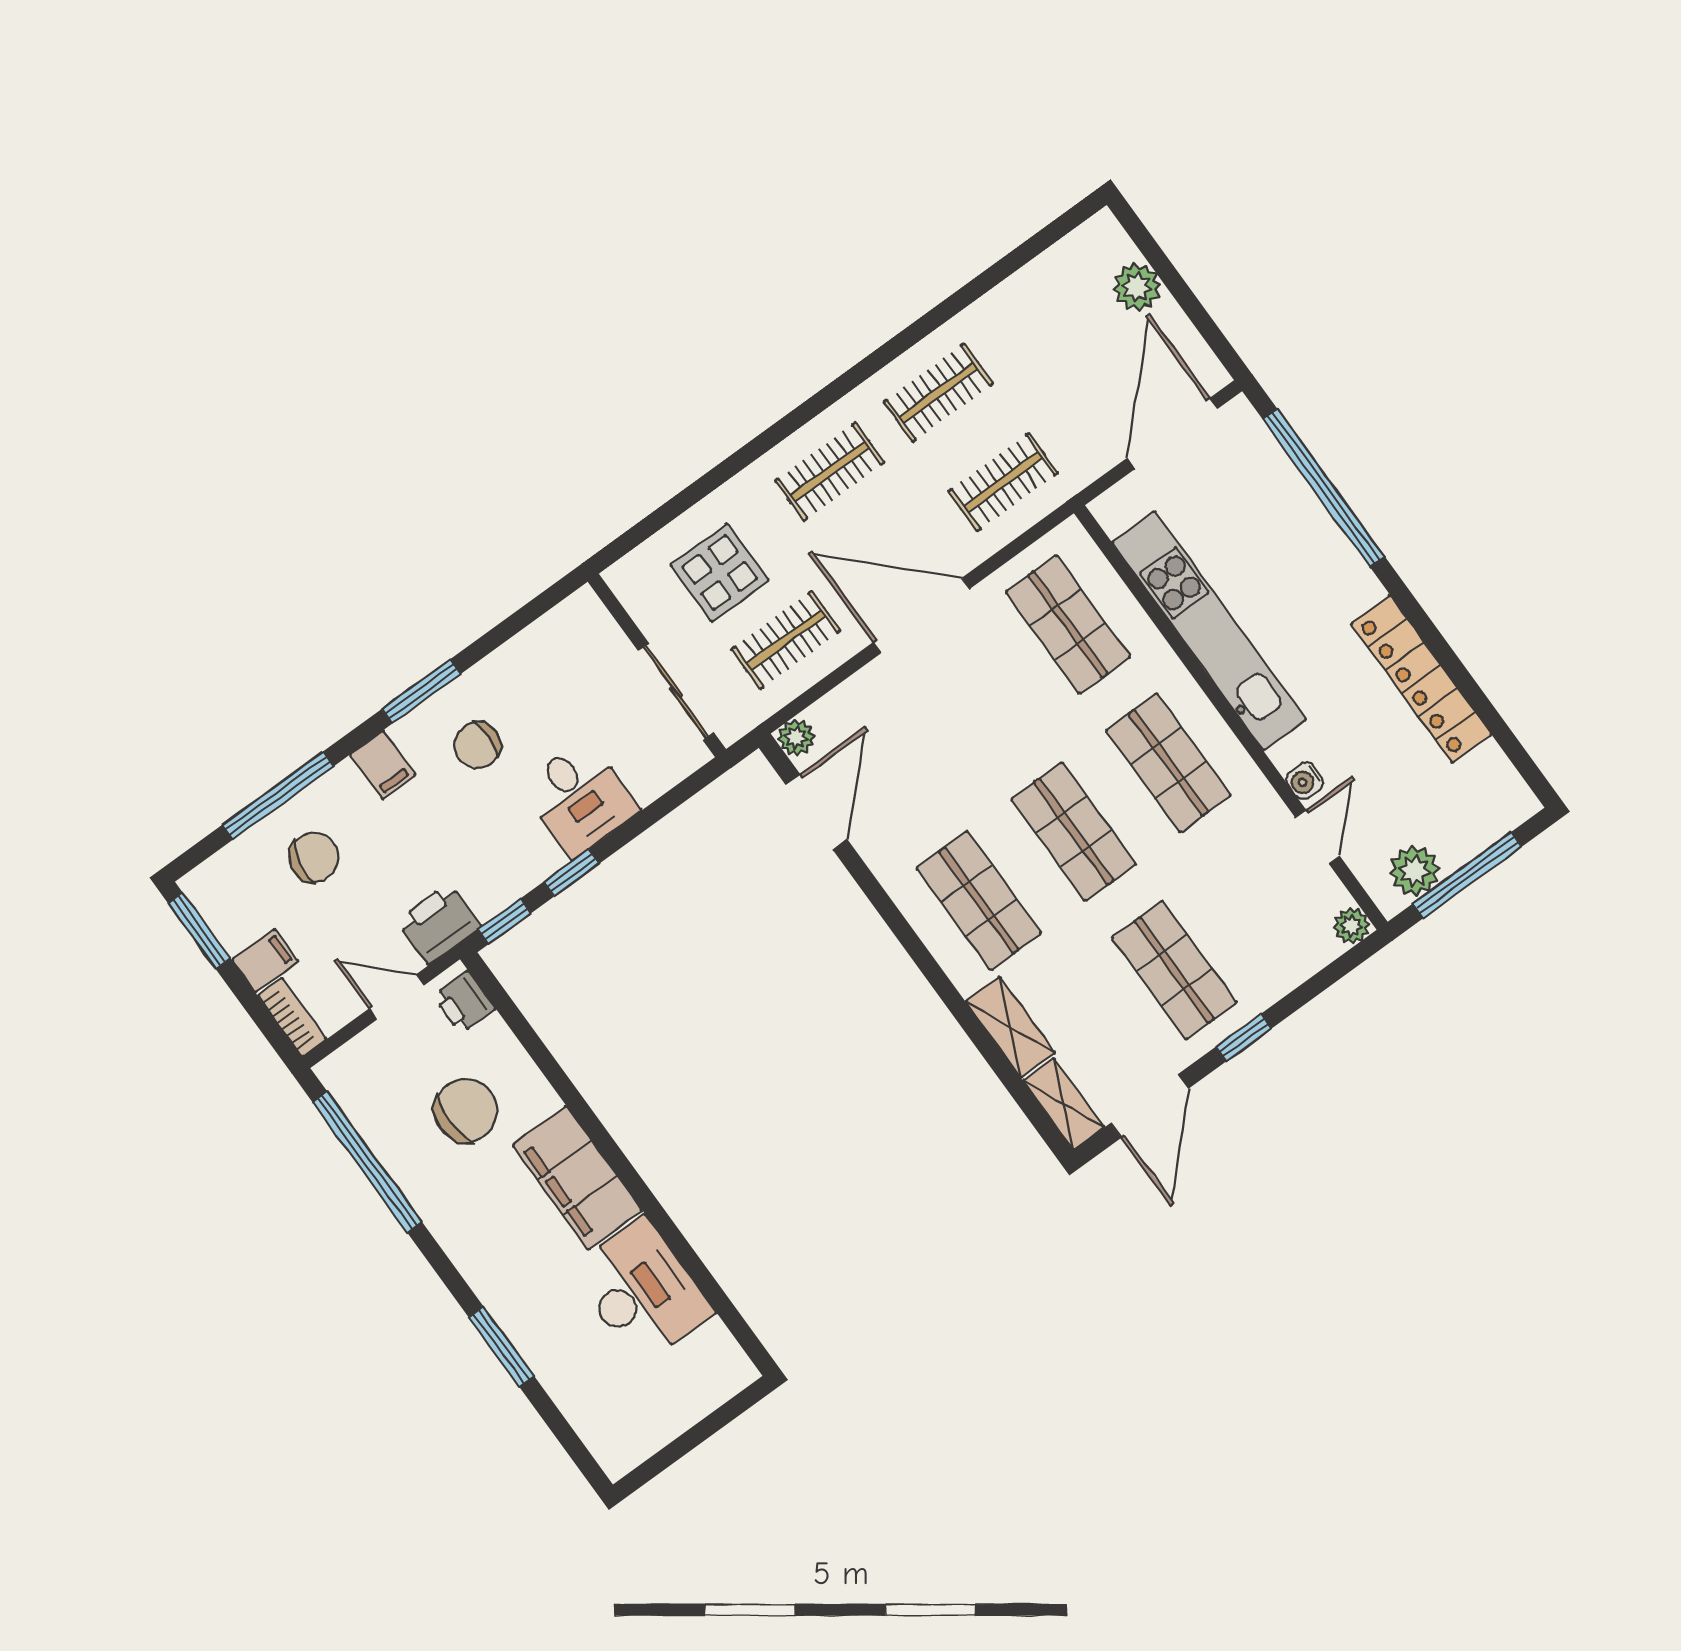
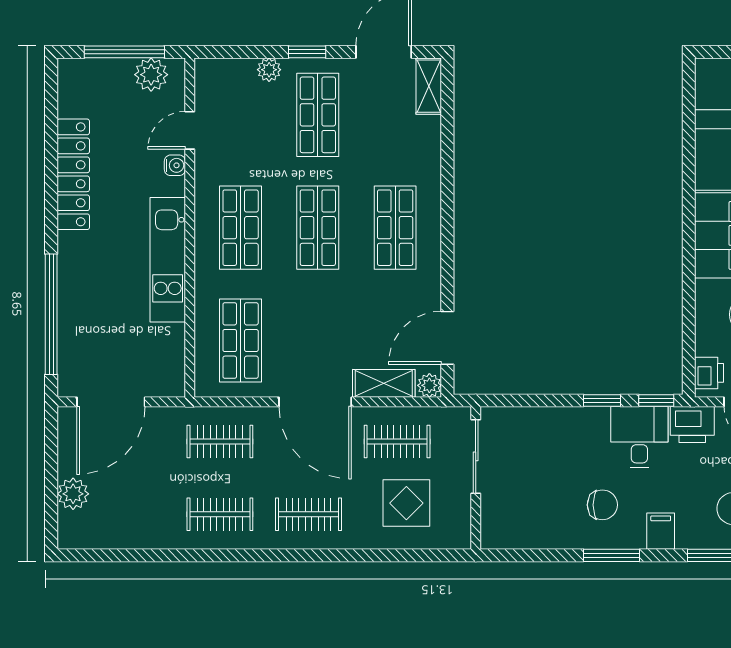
kitchen unit: (1209, 631) -> (168, 260), width x0.73
desk: (579, 798) -> (639, 437), moved
plant: (1351, 926) -> (269, 70), moved
shelving: (1010, 1027) -> (384, 383), moved, turned 90

